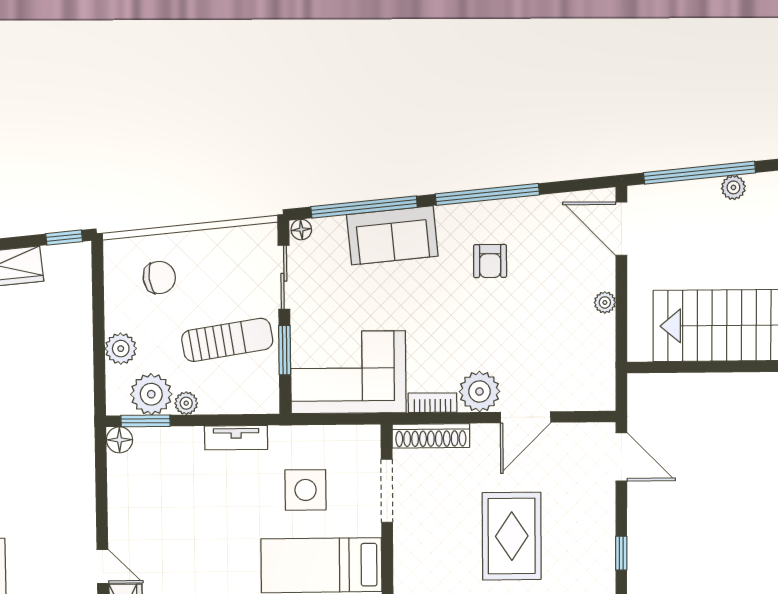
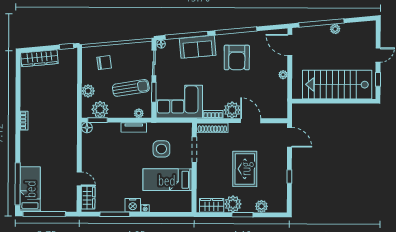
armchair: (490, 261) -> (237, 57), width x1.88, depth x1.88
plant: (186, 403) -> (139, 113), moved
door: (526, 417) -> (251, 121), swing flipped

